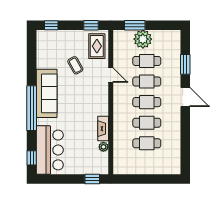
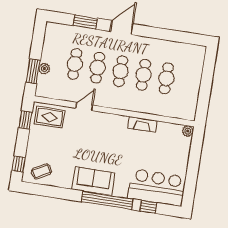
plant: (143, 39) -> (44, 69), width x0.53, depth x0.53
coffee table: (75, 65) -> (41, 171), moved
sofa: (47, 93) -> (93, 181), width x0.73
plant: (103, 147) -> (188, 131), moved
window: (32, 158) -> (148, 207), moved
window: (92, 179) -> (196, 145), removed

